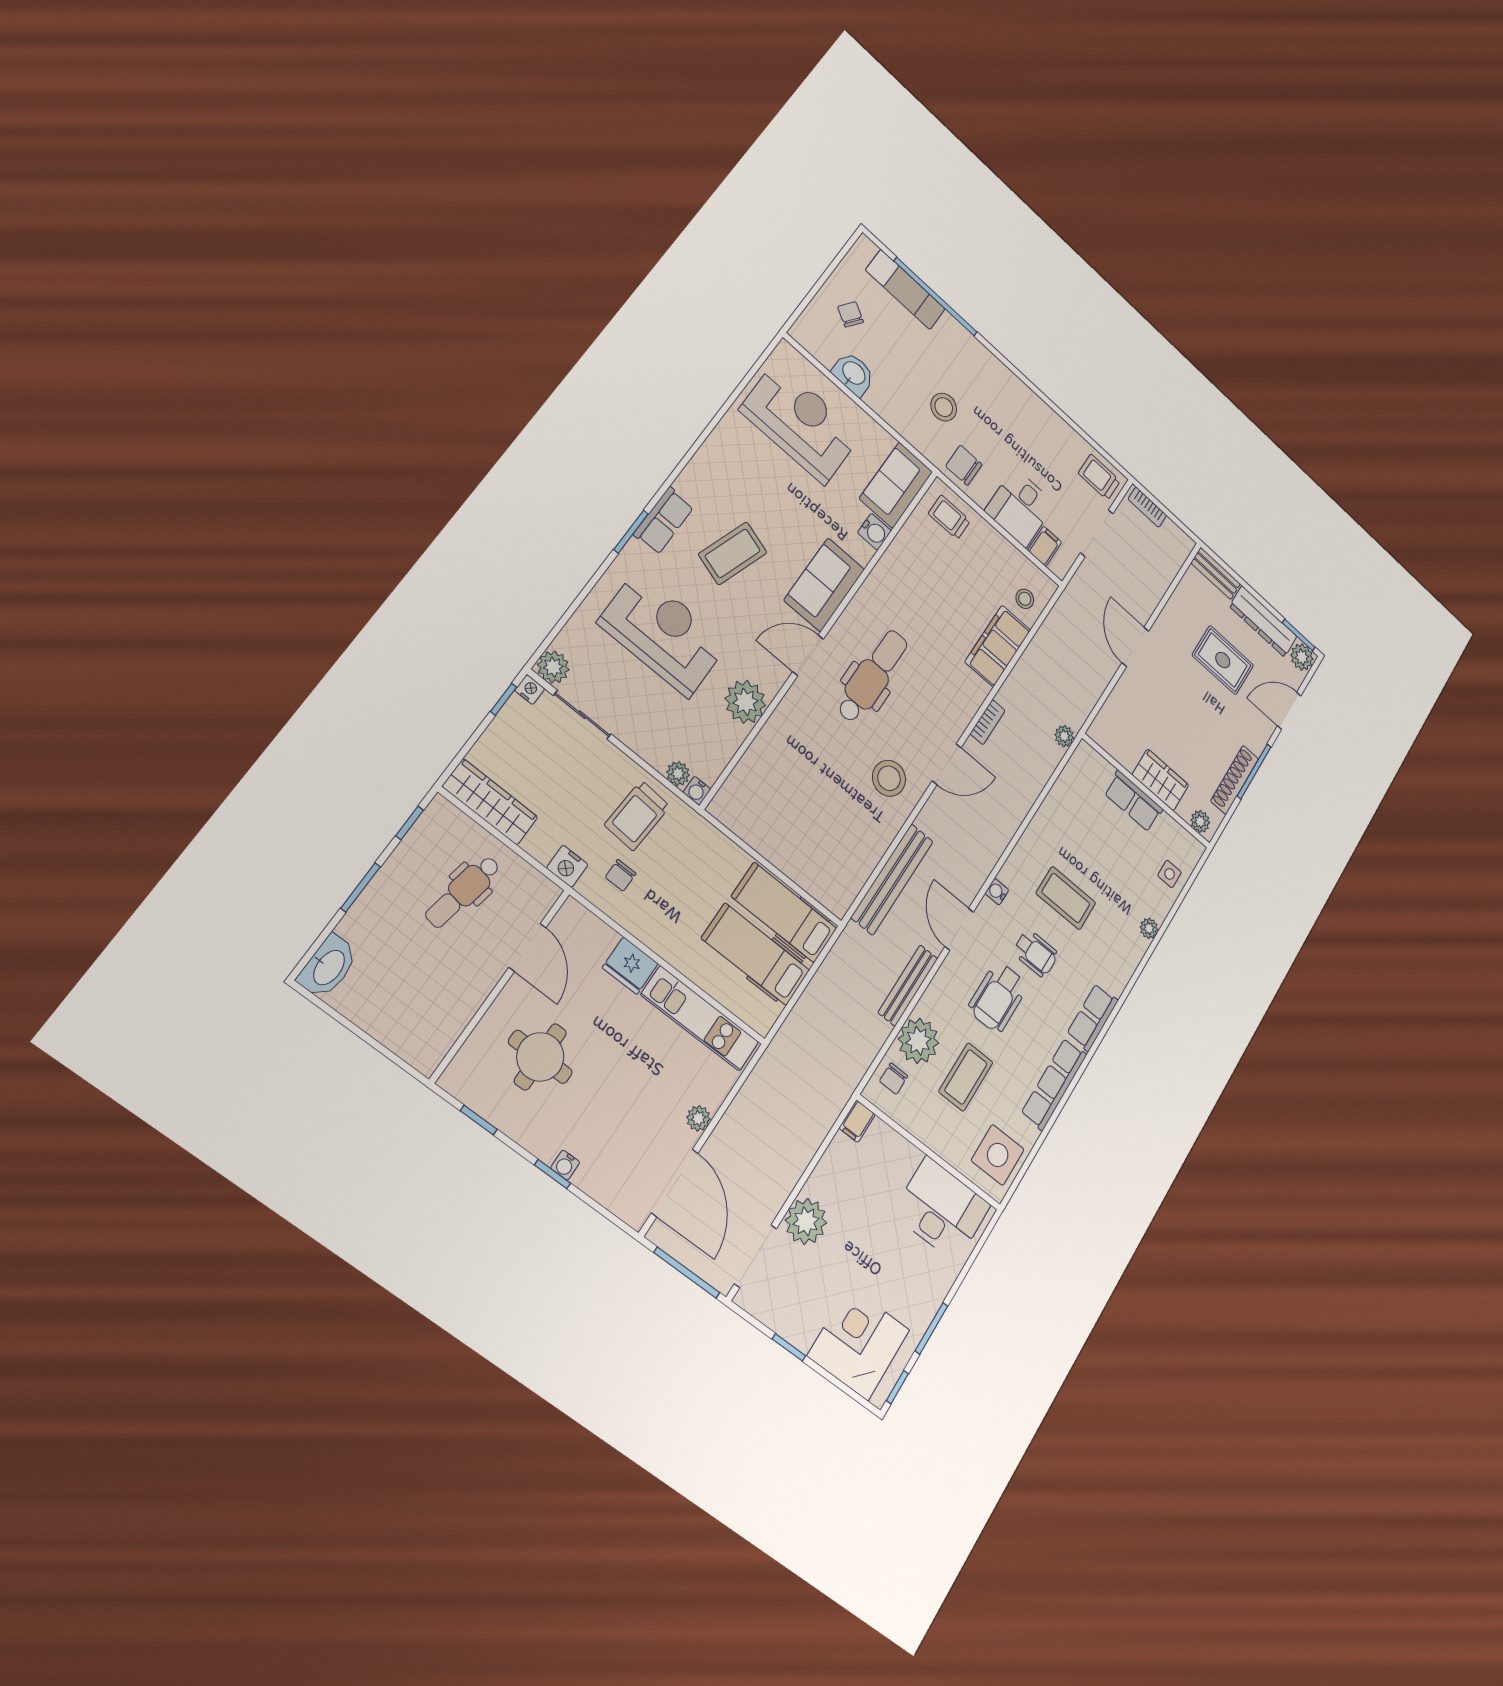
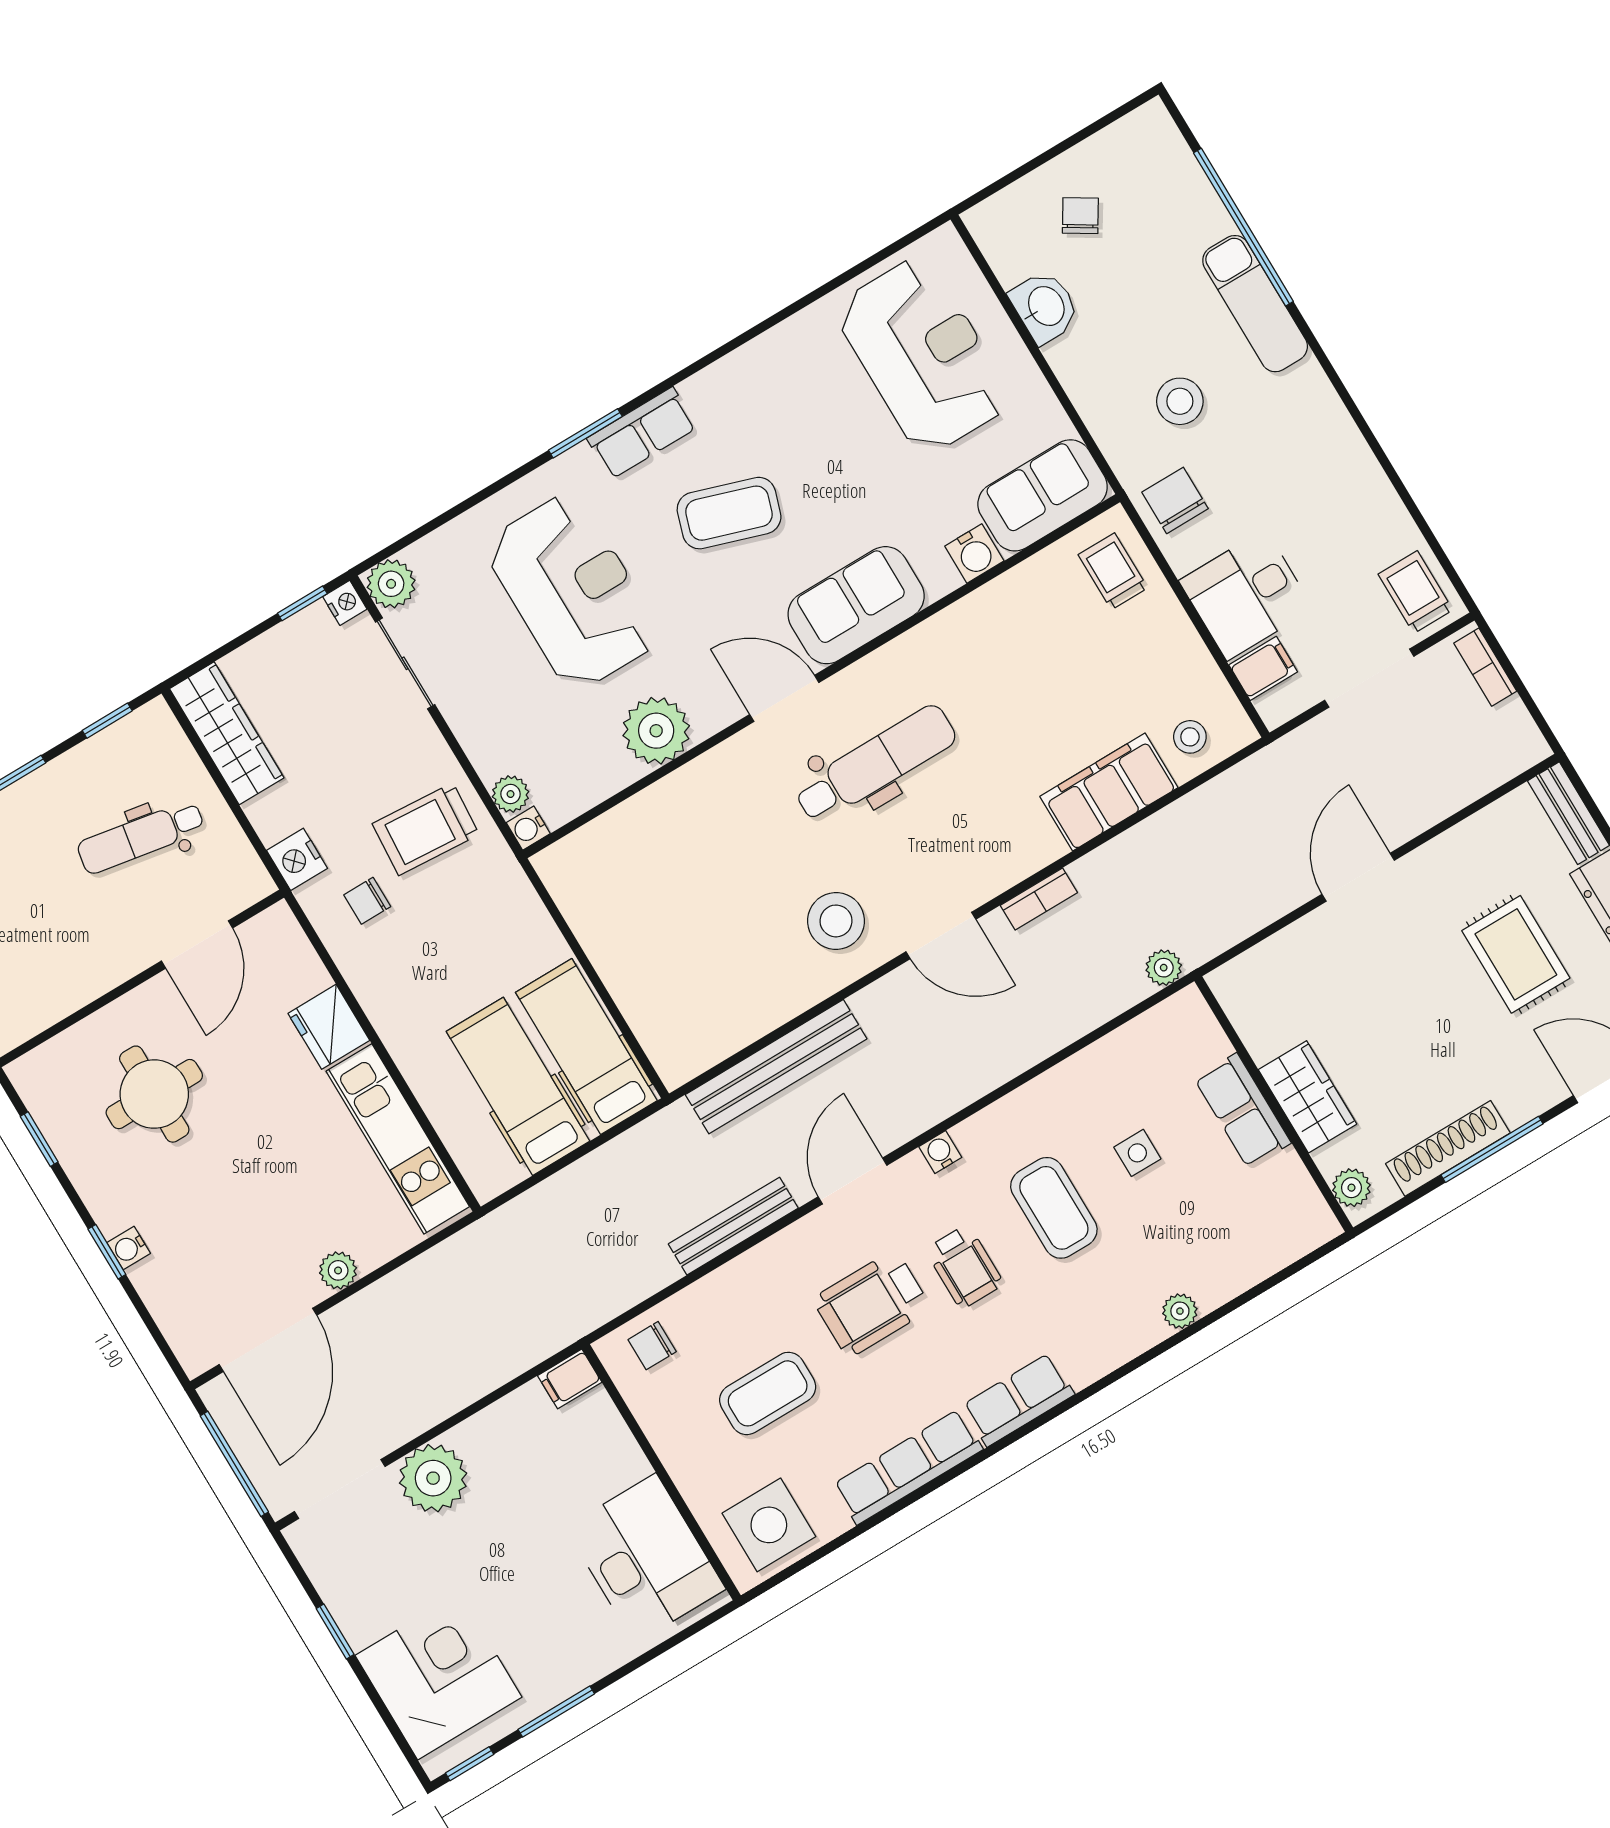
exam couch: (905, 290) -> (1255, 304), moved
side table: (1170, 874) -> (1137, 1153), moved
plant: (918, 1041) -> (715, 1310), removed

